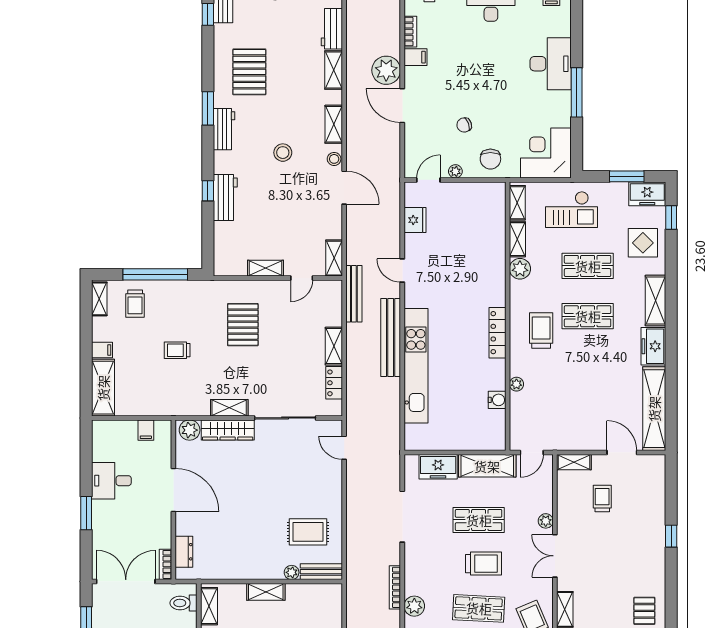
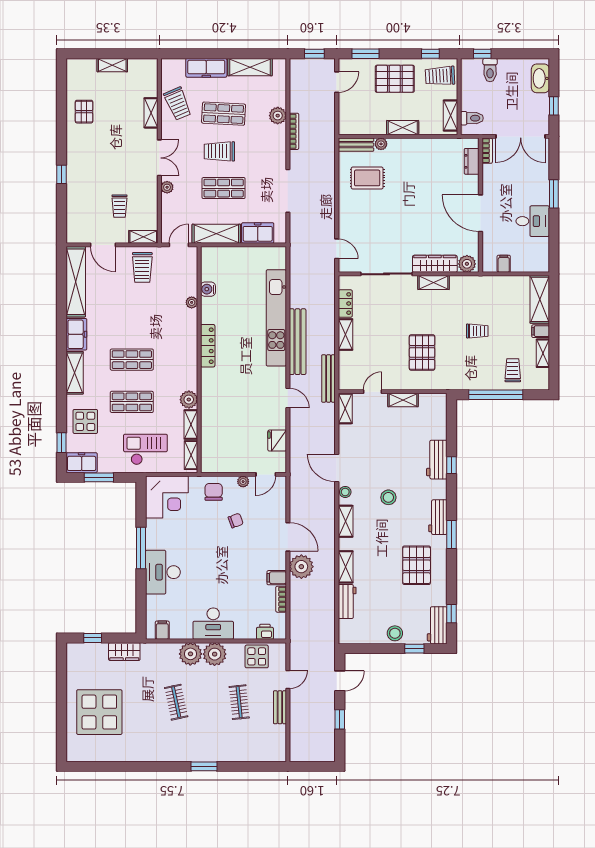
shelving: (99, 299) -> (543, 353), moved
trolley: (541, 331) -> (142, 267), moved

